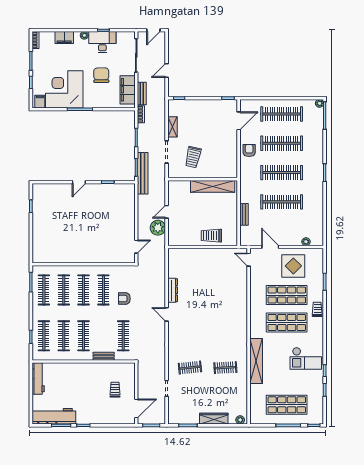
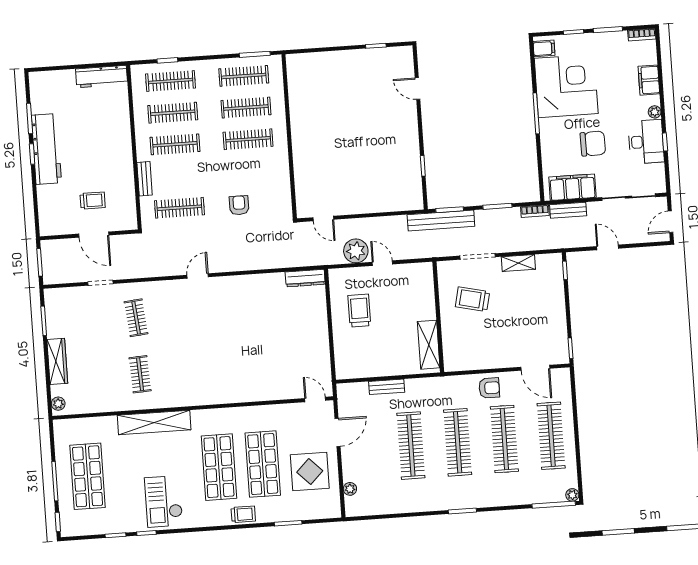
door: (153, 30) -> (671, 222), hinge flipped
door: (79, 182) -> (417, 89), moved
shelving: (213, 186) -> (429, 345), width x0.68
trolley: (211, 236) -> (359, 311), moved
door: (249, 260) -> (315, 399), hinge flipped
clothes rail: (103, 290) -> (250, 171), removed
dresser: (173, 290) -> (305, 278), moved
door: (167, 314) -> (198, 276), moved
door: (136, 408) -> (94, 235), moved
workbench: (54, 416) -> (46, 149), moved

